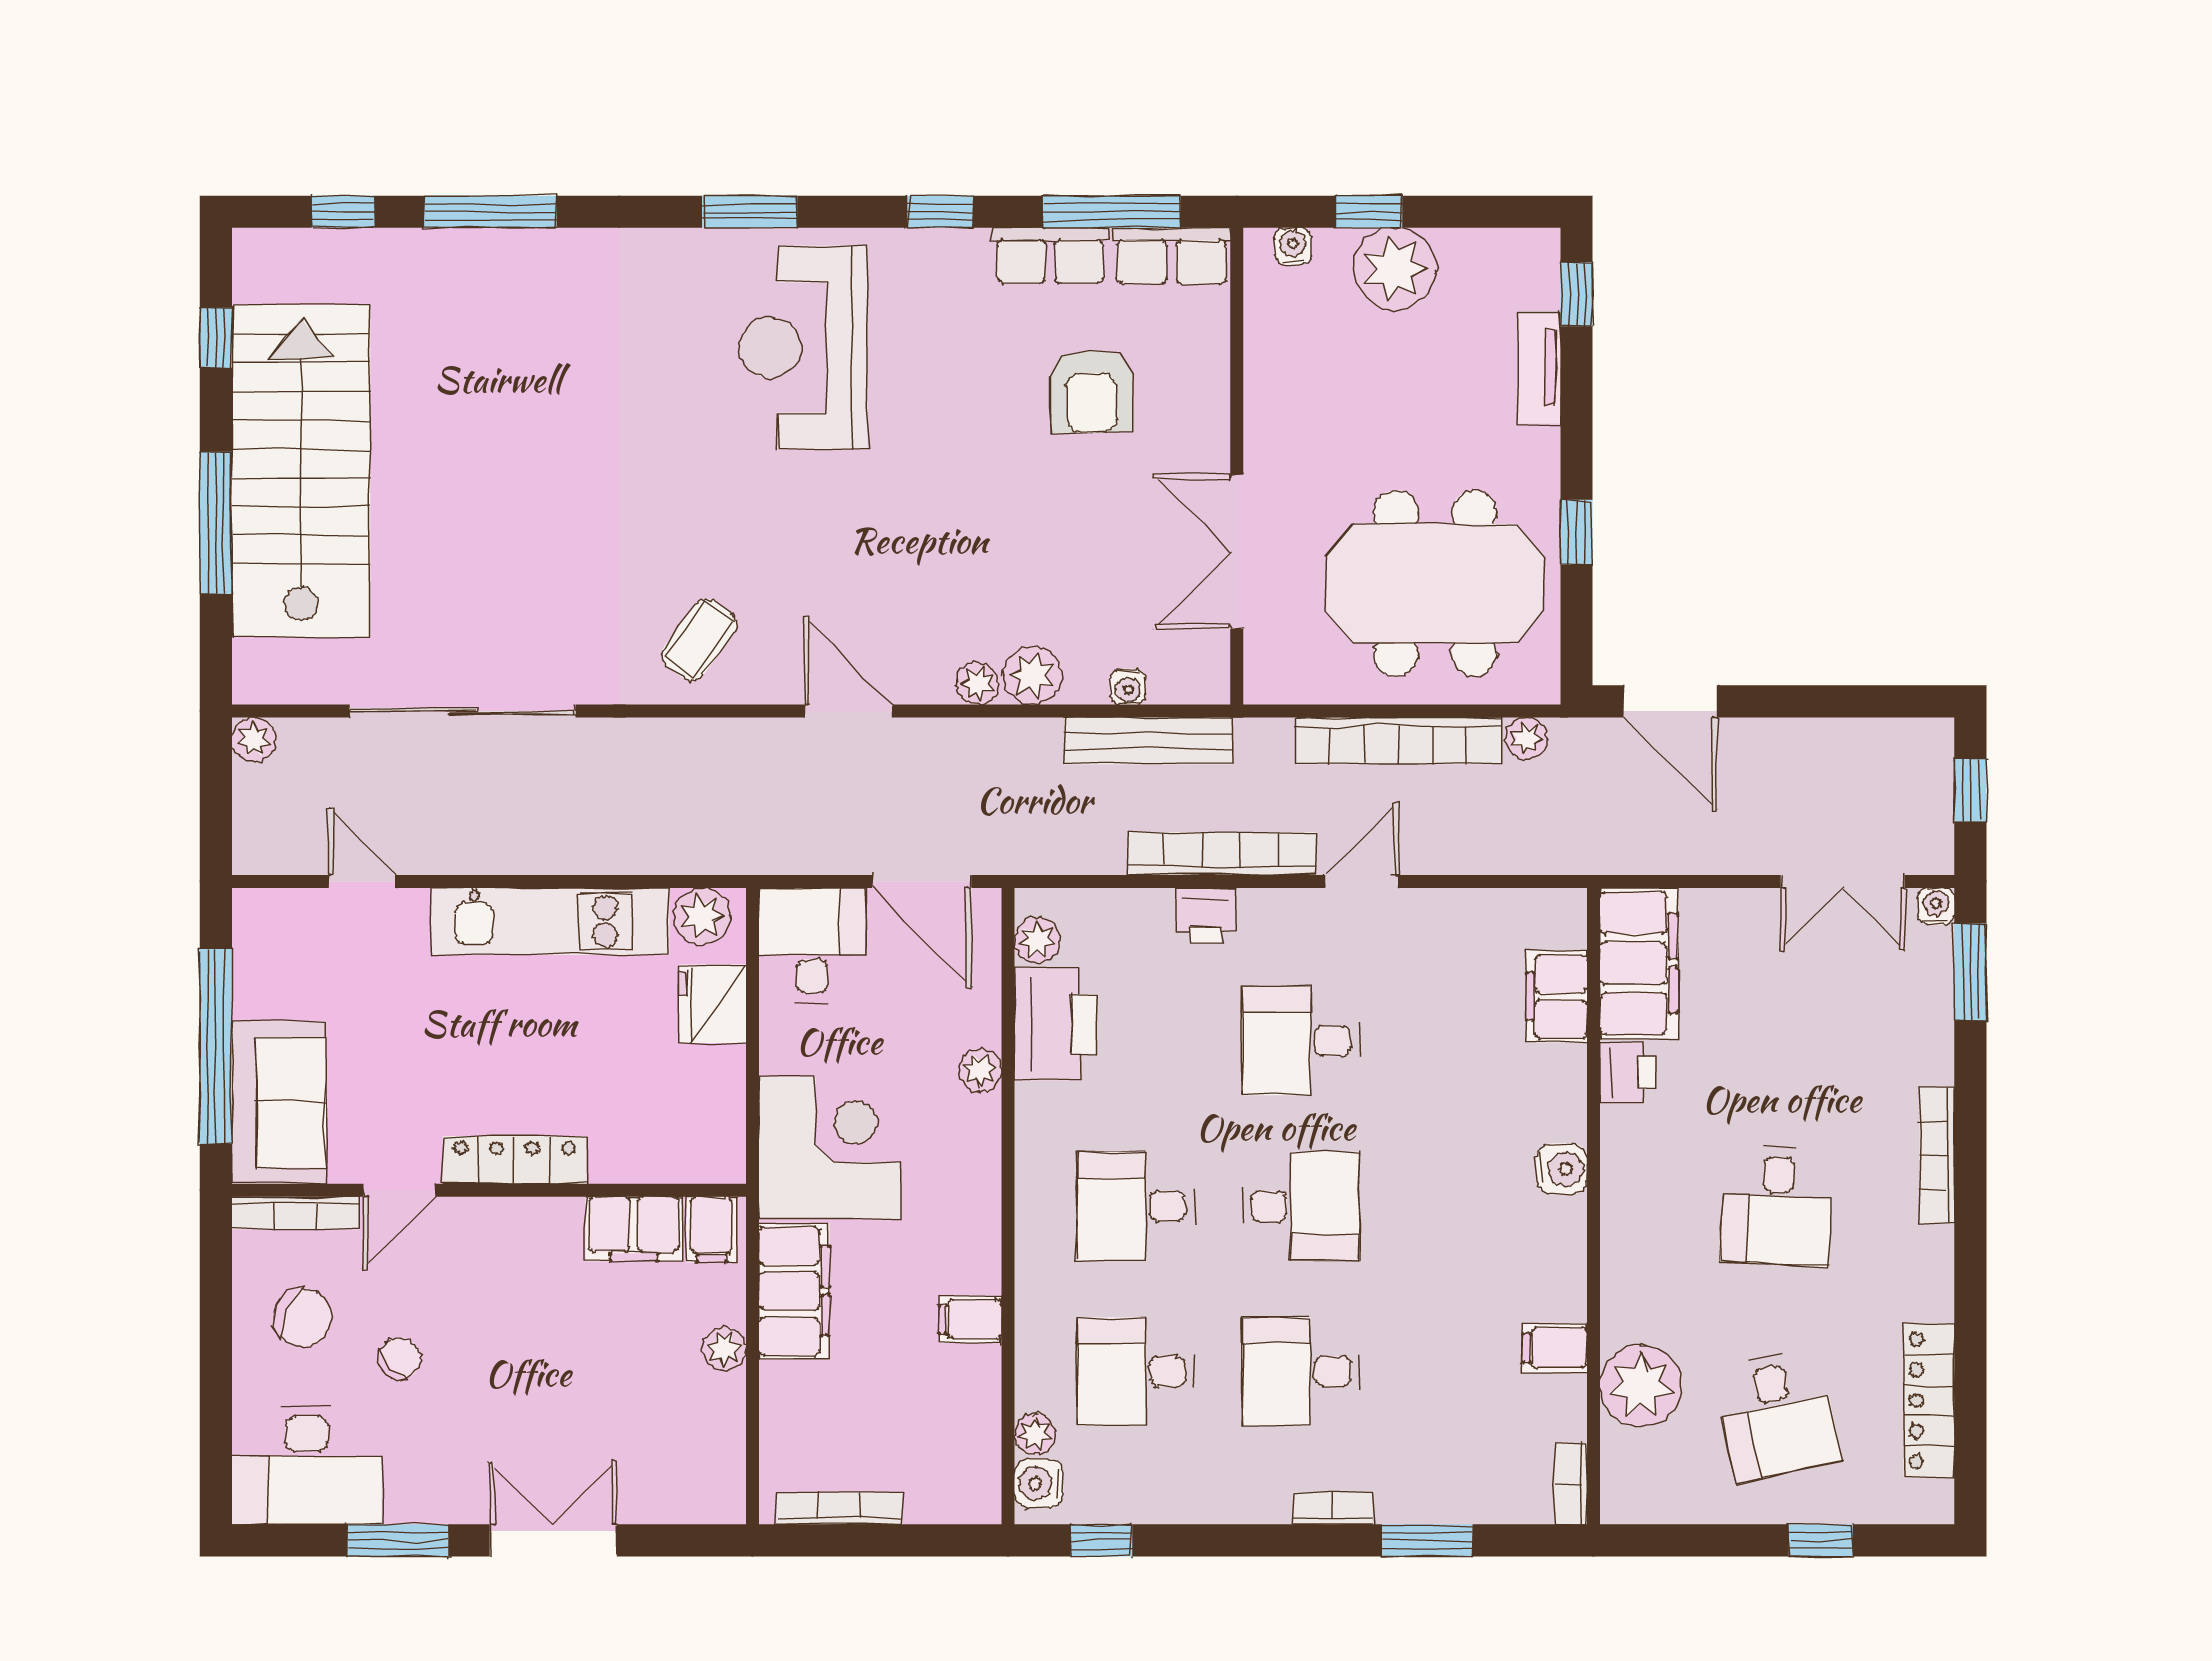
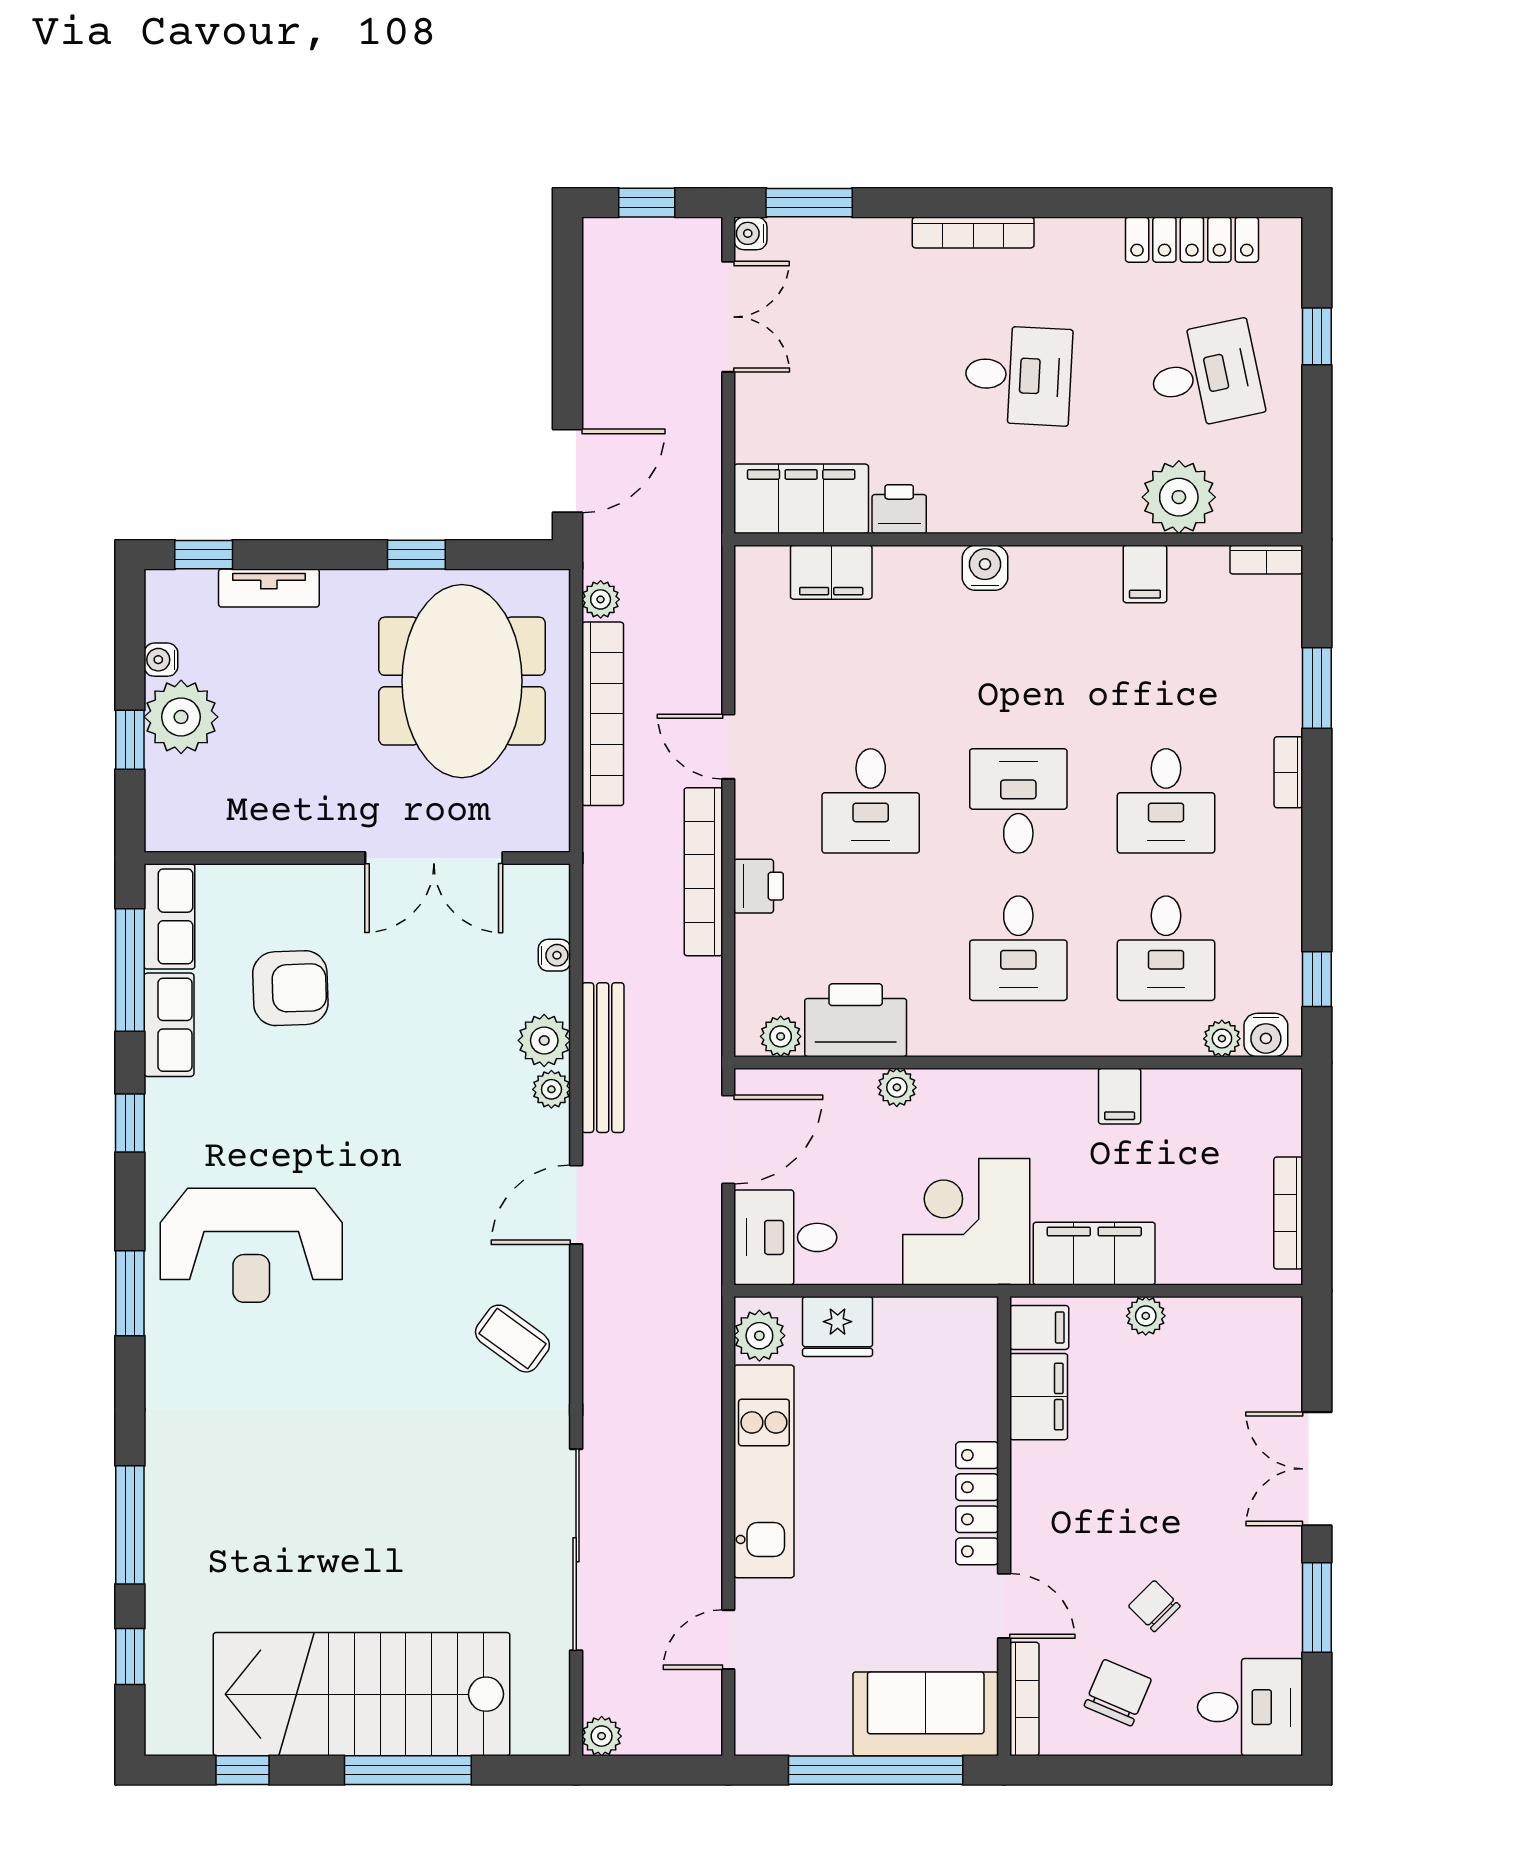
water cooler: (1293, 246) -> (161, 660), moved
bench: (1148, 741) -> (603, 1058), moved
desk: (307, 1466) -> (1250, 1707), width x0.73

